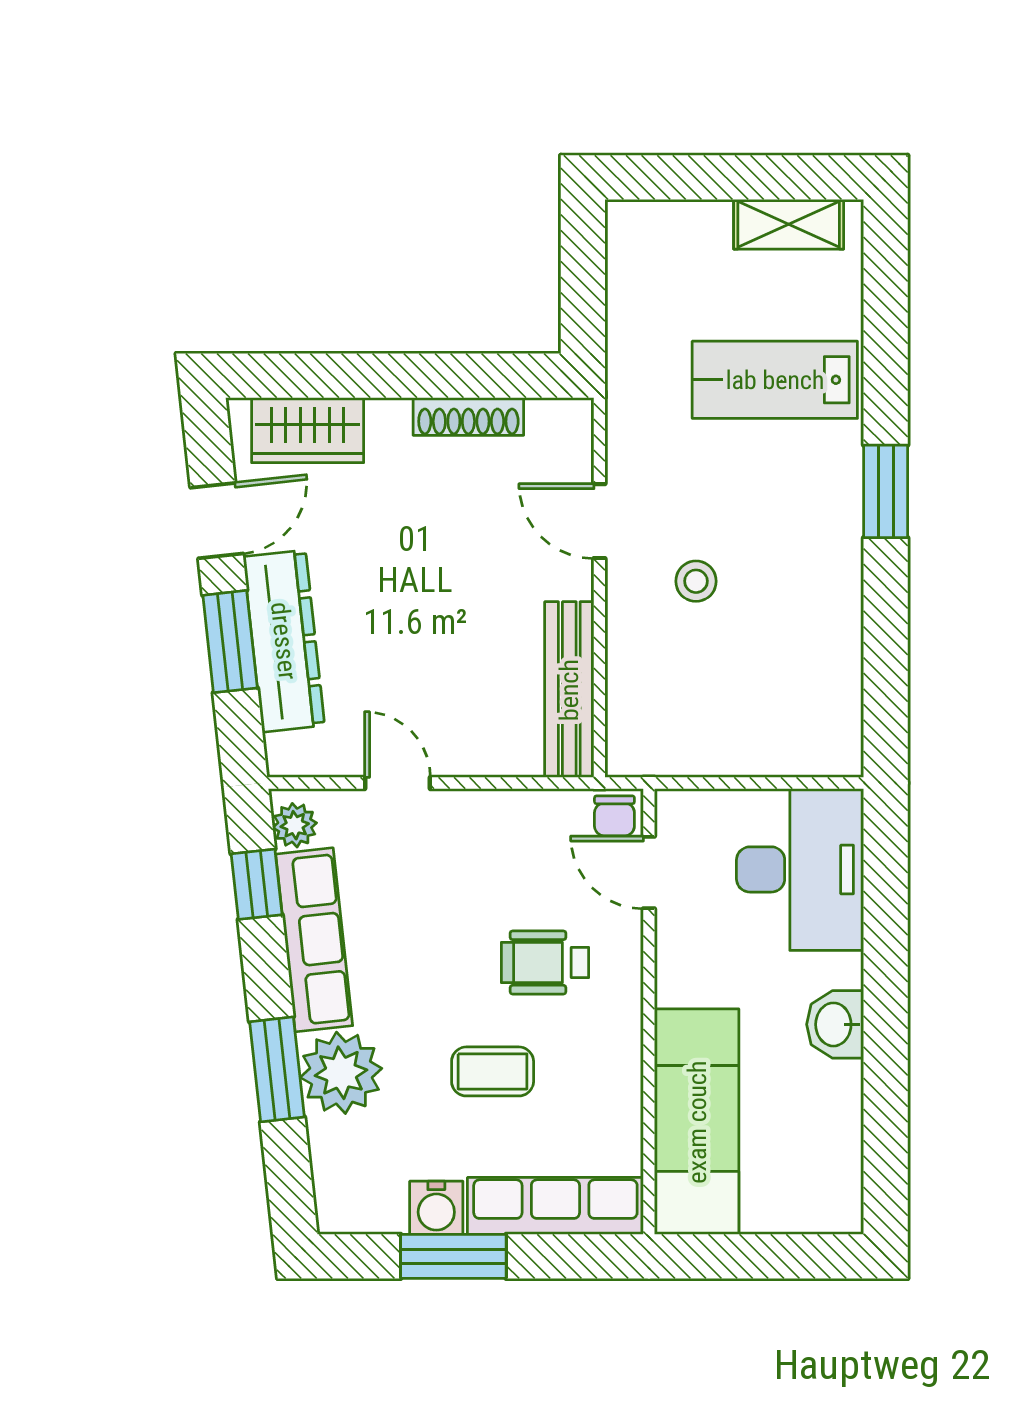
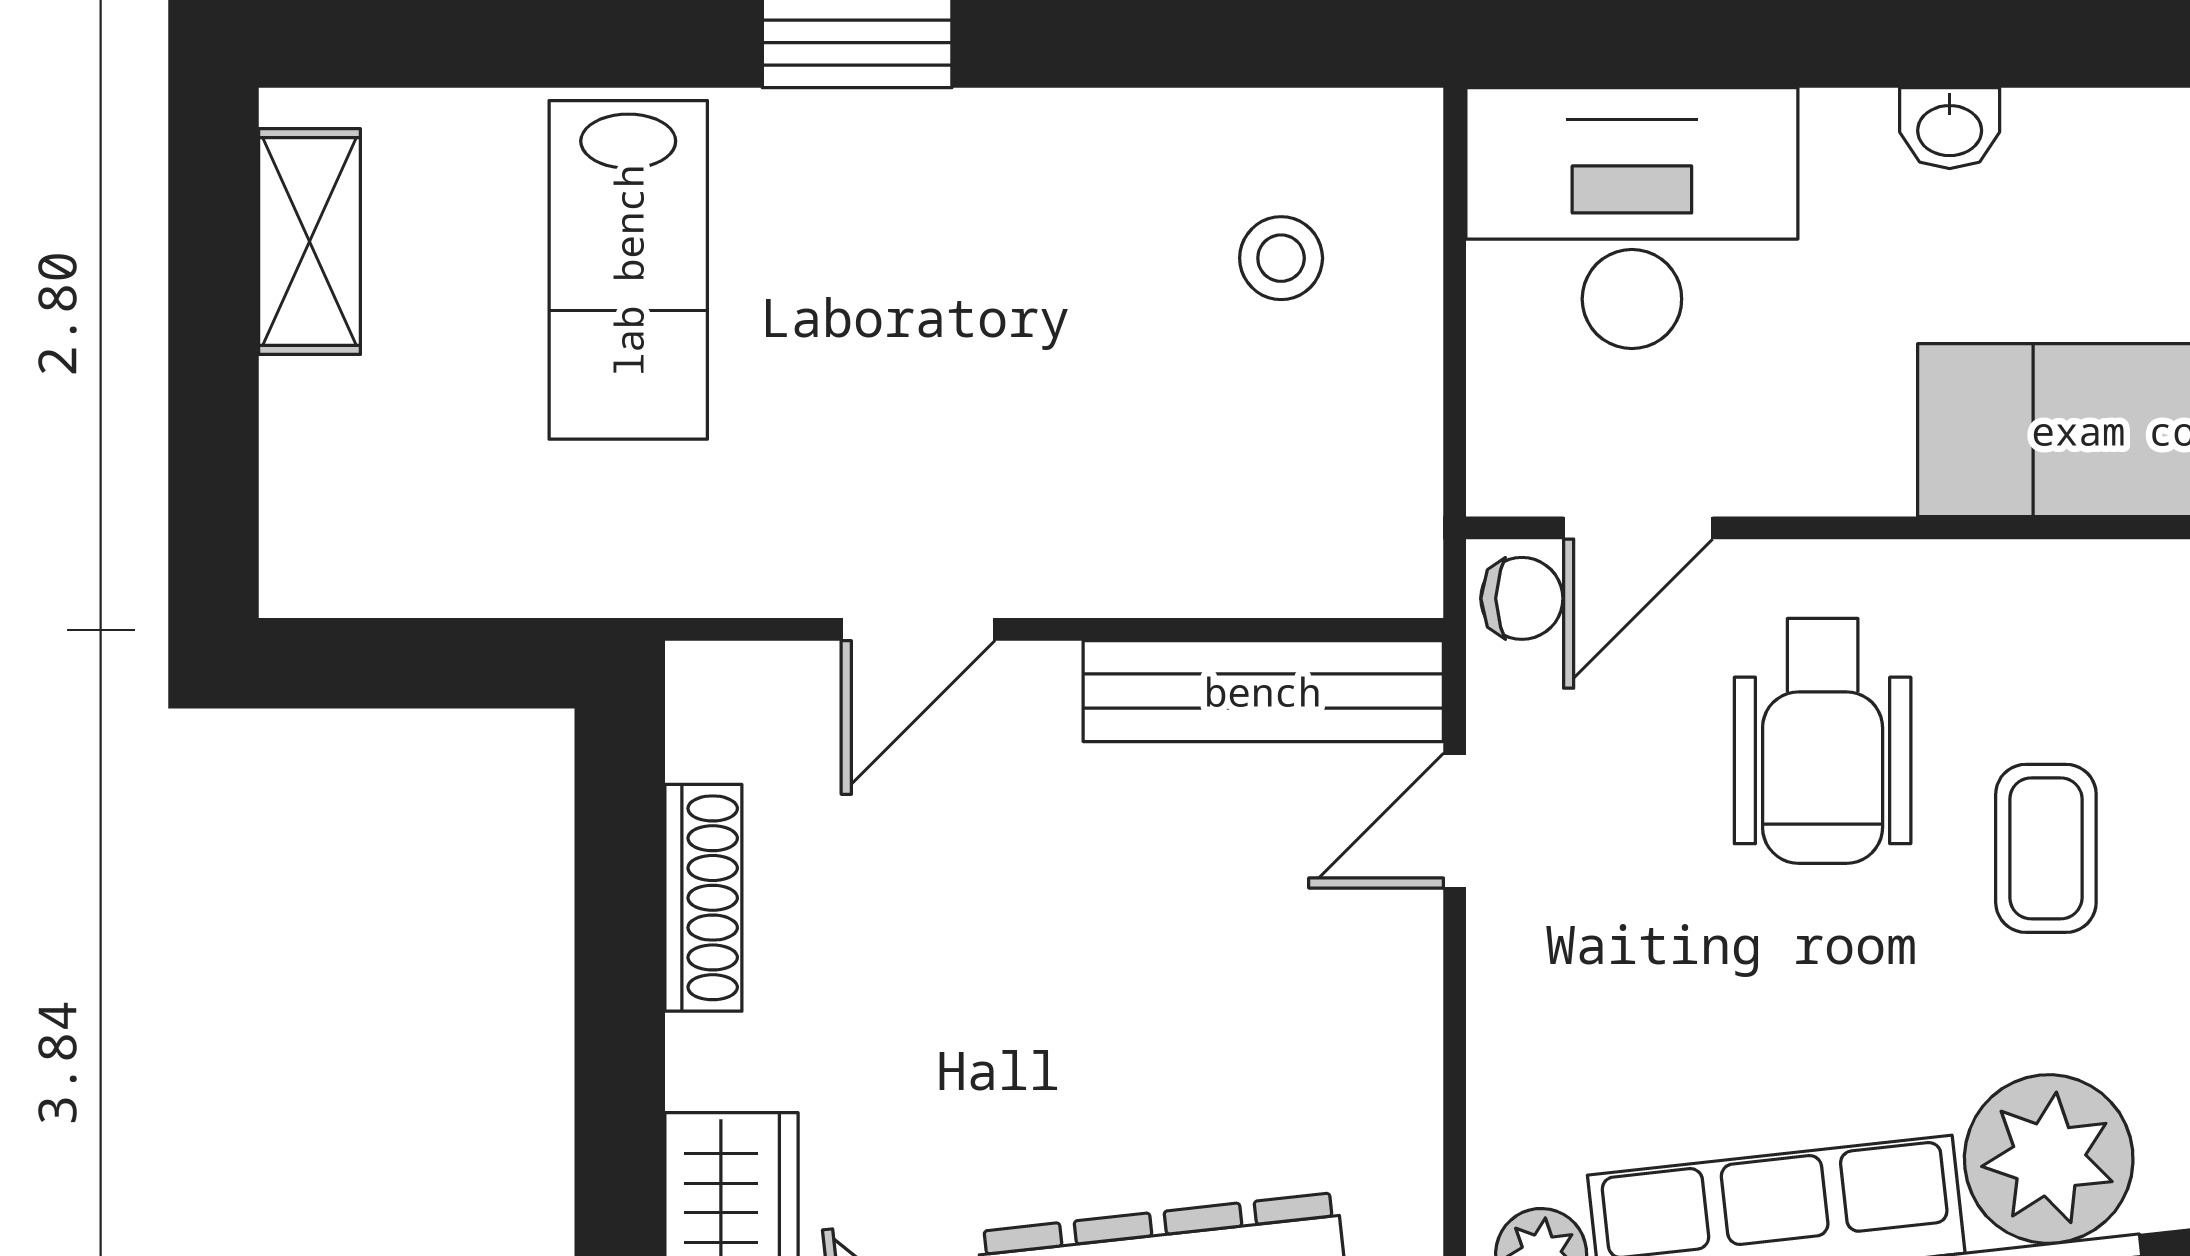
stool: (696, 581) -> (1281, 258), moved
door: (397, 783) -> (1455, 821), moved
wheelchair: (545, 962) -> (1823, 741), width x1.36, depth x1.37
washbasin: (835, 1024) -> (1950, 128), width x0.72, depth x0.69

